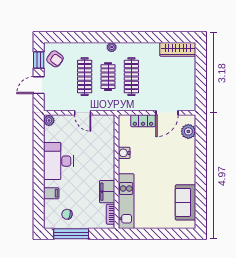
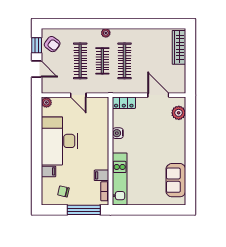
wardrobe: (178, 49) -> (179, 47), moved, turned 90
door: (39, 85) -> (37, 69), swing flipped
door: (167, 113) -> (158, 95), swing flipped
locker: (143, 121) -> (124, 103), moved
desk: (58, 161) -> (59, 141), width x1.36, depth x1.30
filing cabinet: (107, 192) -> (102, 175), width x0.50
window: (71, 234) -> (84, 210), moved

